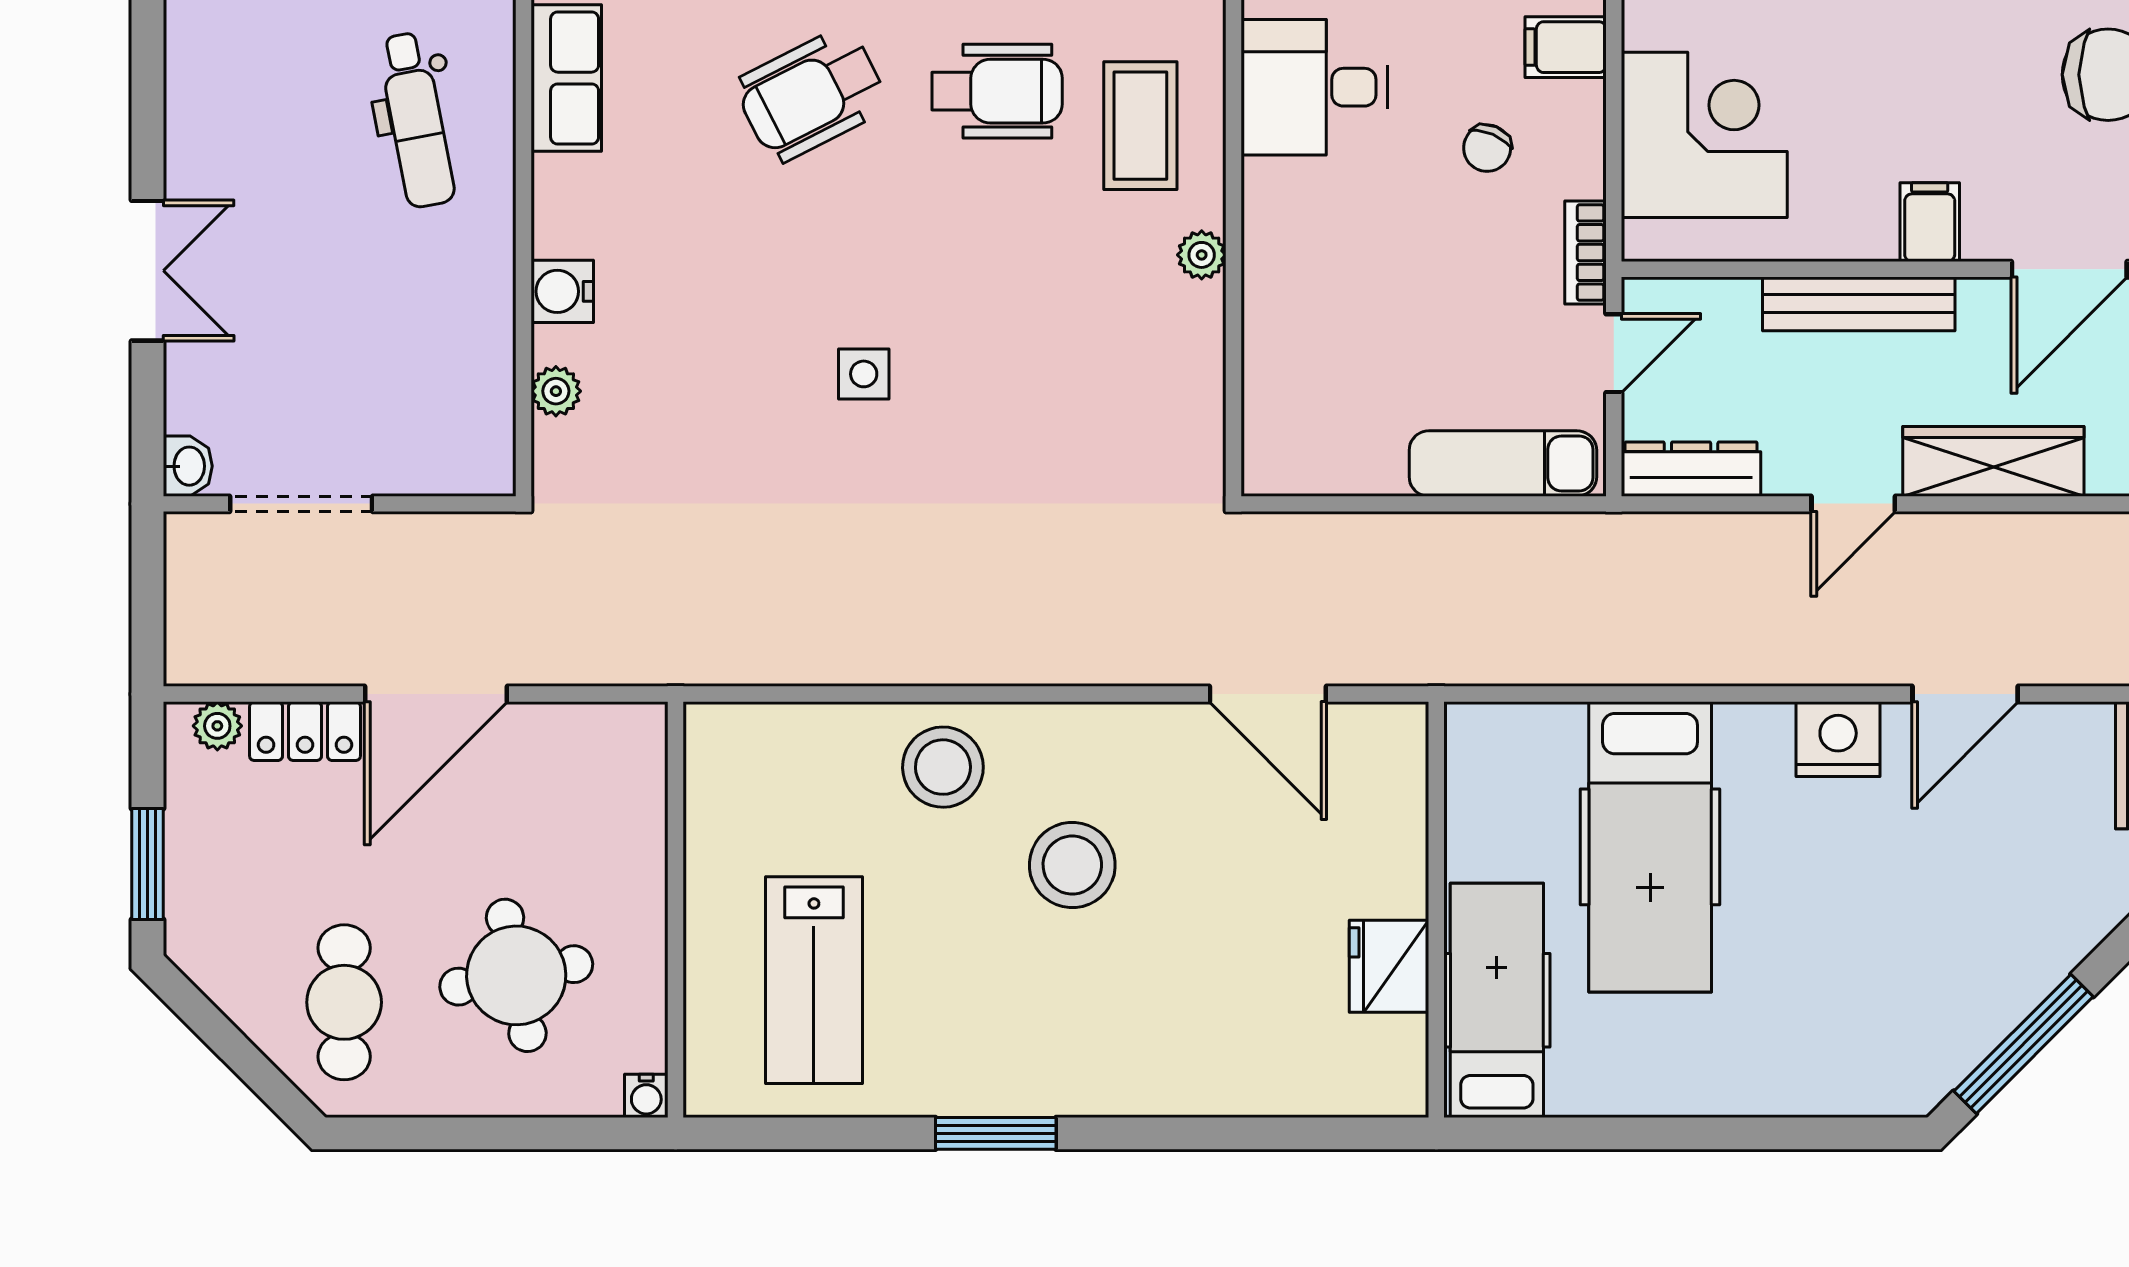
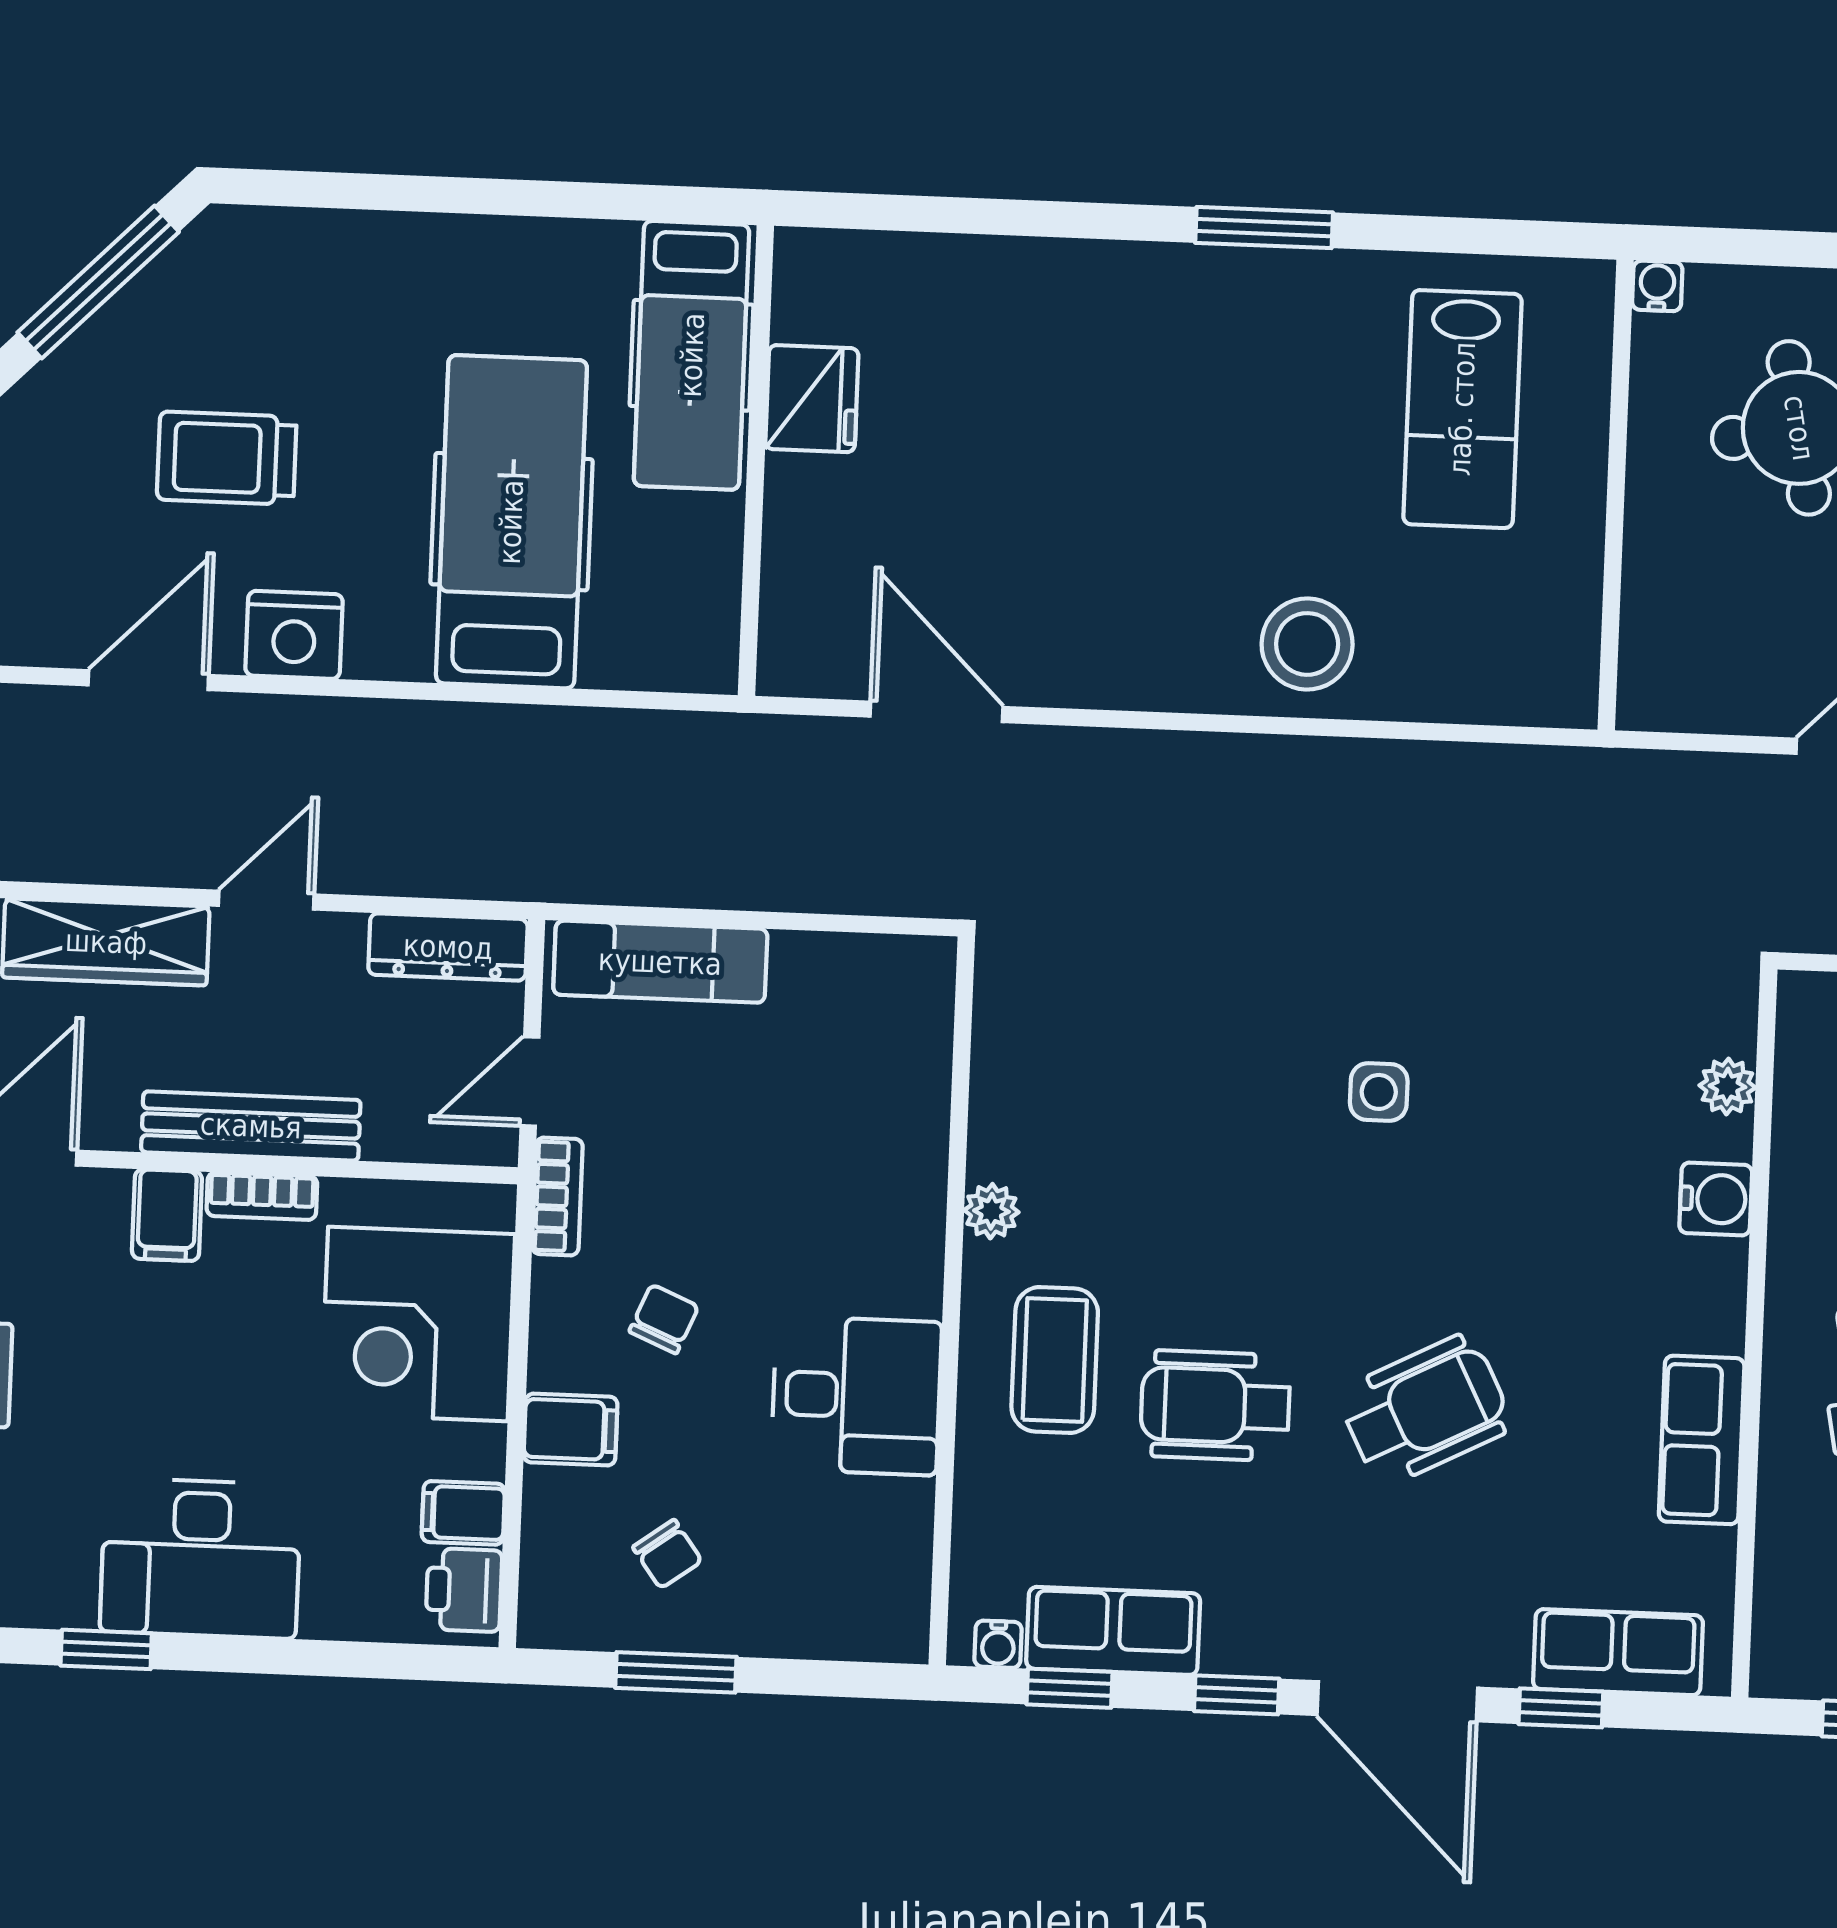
bookcase: (1847, 242) -> (262, 1196), added
stool: (1072, 865) -> (1165, 527), removed
trolley: (1904, 893) -> (227, 458), added
lab bench: (814, 980) -> (1462, 409), turned 180

